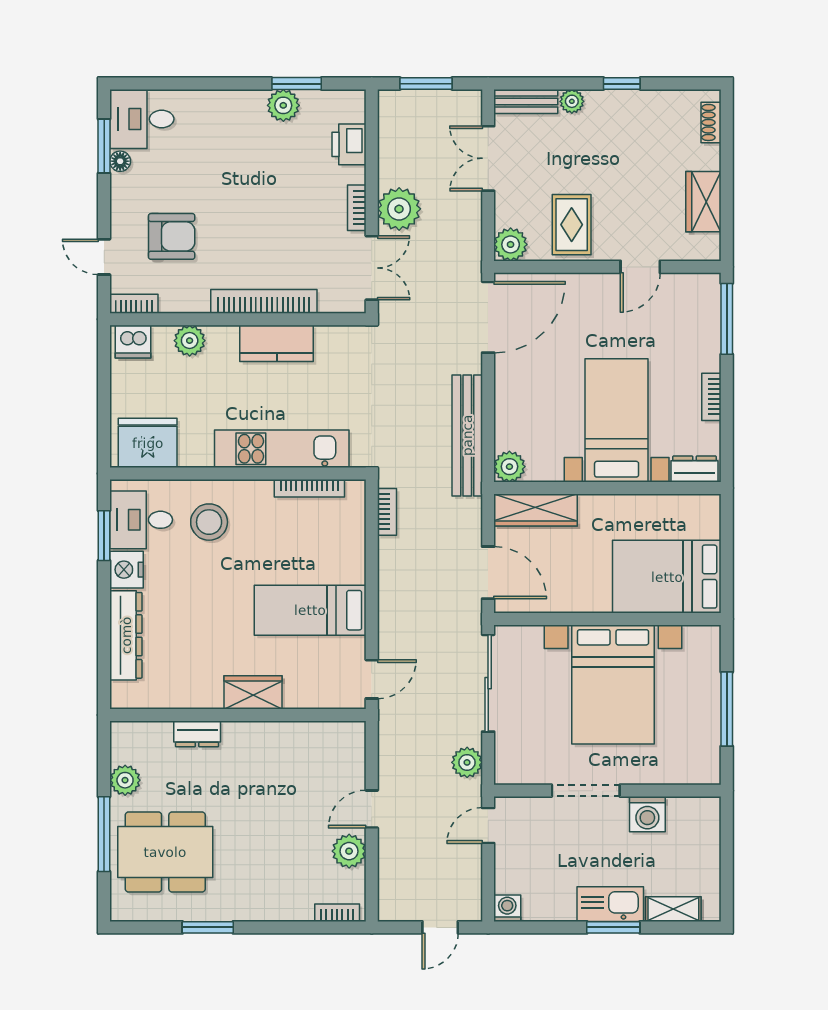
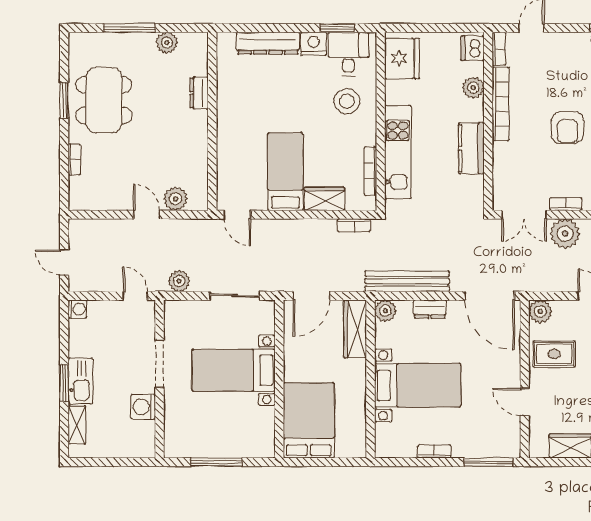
armchair: (172, 236) -> (567, 128), moved
bookcase: (264, 301) -> (501, 104), moved
dresser: (694, 469) -> (430, 309), moved, turned 90
sliding door: (488, 683) -> (234, 296), width x0.73
bed with nightstands: (613, 684) -> (234, 370), width x0.73
wardrobe: (253, 692) -> (325, 199), moved, turned -90
plant: (349, 851) -> (175, 199), moved
dining table: (165, 852) -> (104, 100), moved
bookcase: (337, 913) -> (74, 159), moved

